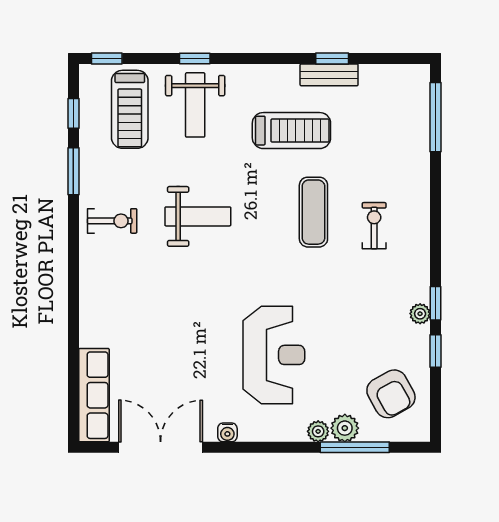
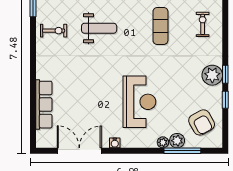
exercise bike: (374, 226) -> (203, 24), moved
plant: (420, 314) -> (212, 75), width x1.88, depth x1.88
row of seats: (94, 395) -> (44, 105), moved

